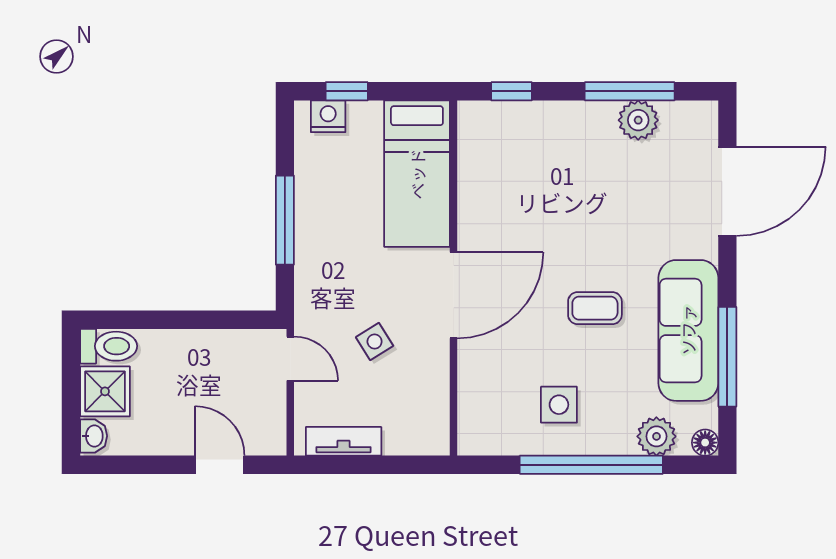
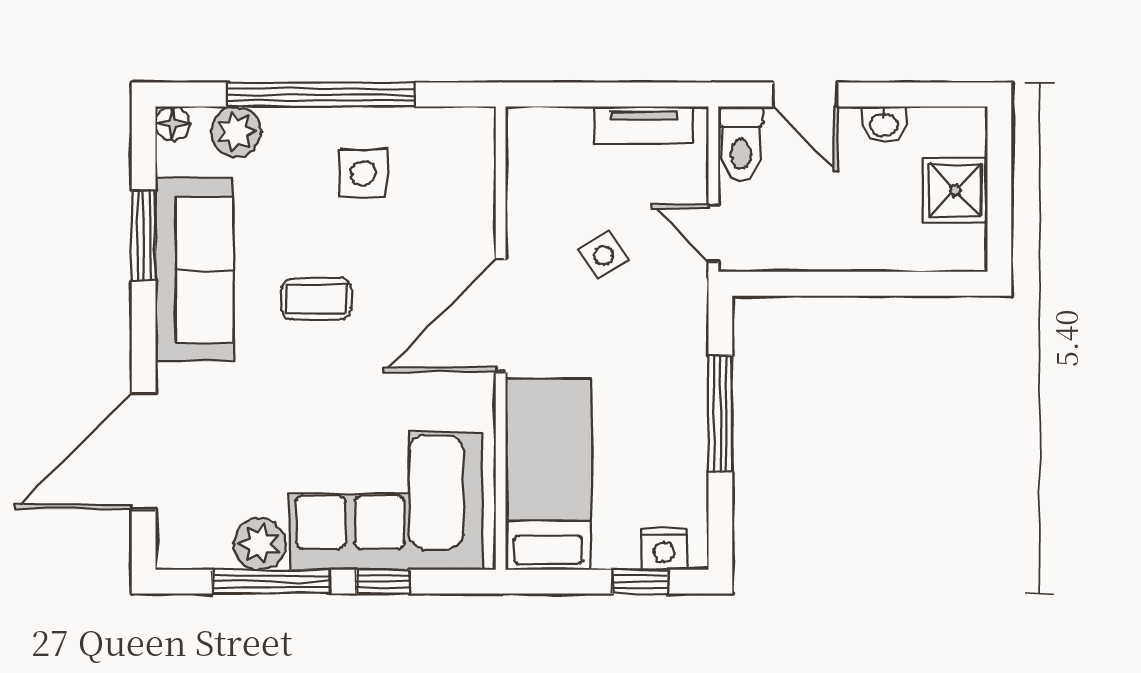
window: (512, 91) -> (383, 582), moved
corner sofa: (541, 153) -> (386, 501), added
toilet: (109, 346) -> (741, 144), moved, turned -90
window: (727, 357) -> (144, 235), width x0.69
washbasin: (94, 436) -> (884, 124), moved, turned -90

